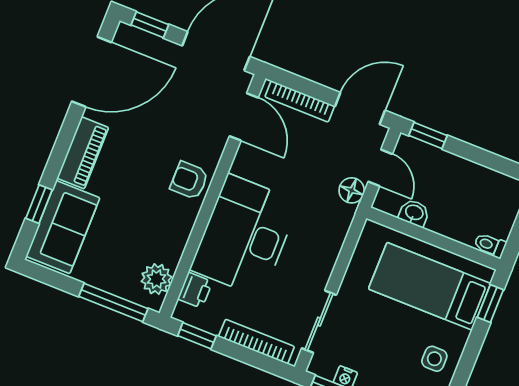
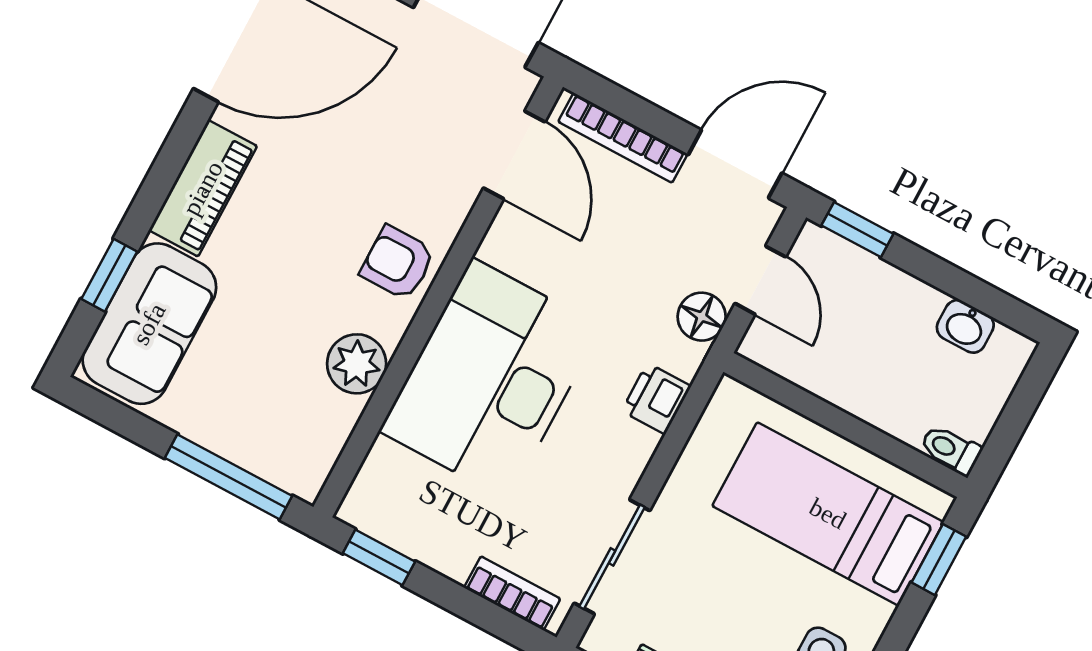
washbasin: (414, 213) -> (965, 326), moved, turned 180
plant: (157, 279) -> (357, 364), moved
printer: (195, 290) -> (656, 399), moved, turned 180
bookcase: (256, 342) -> (512, 593), width x0.64

